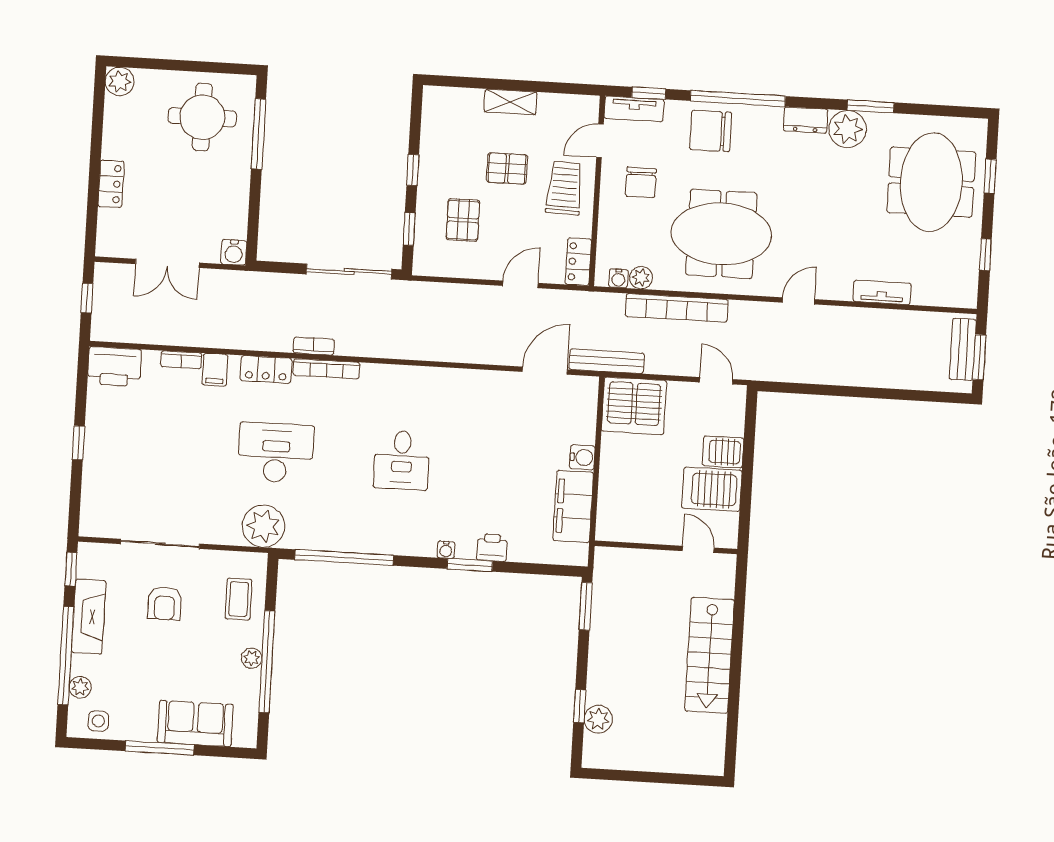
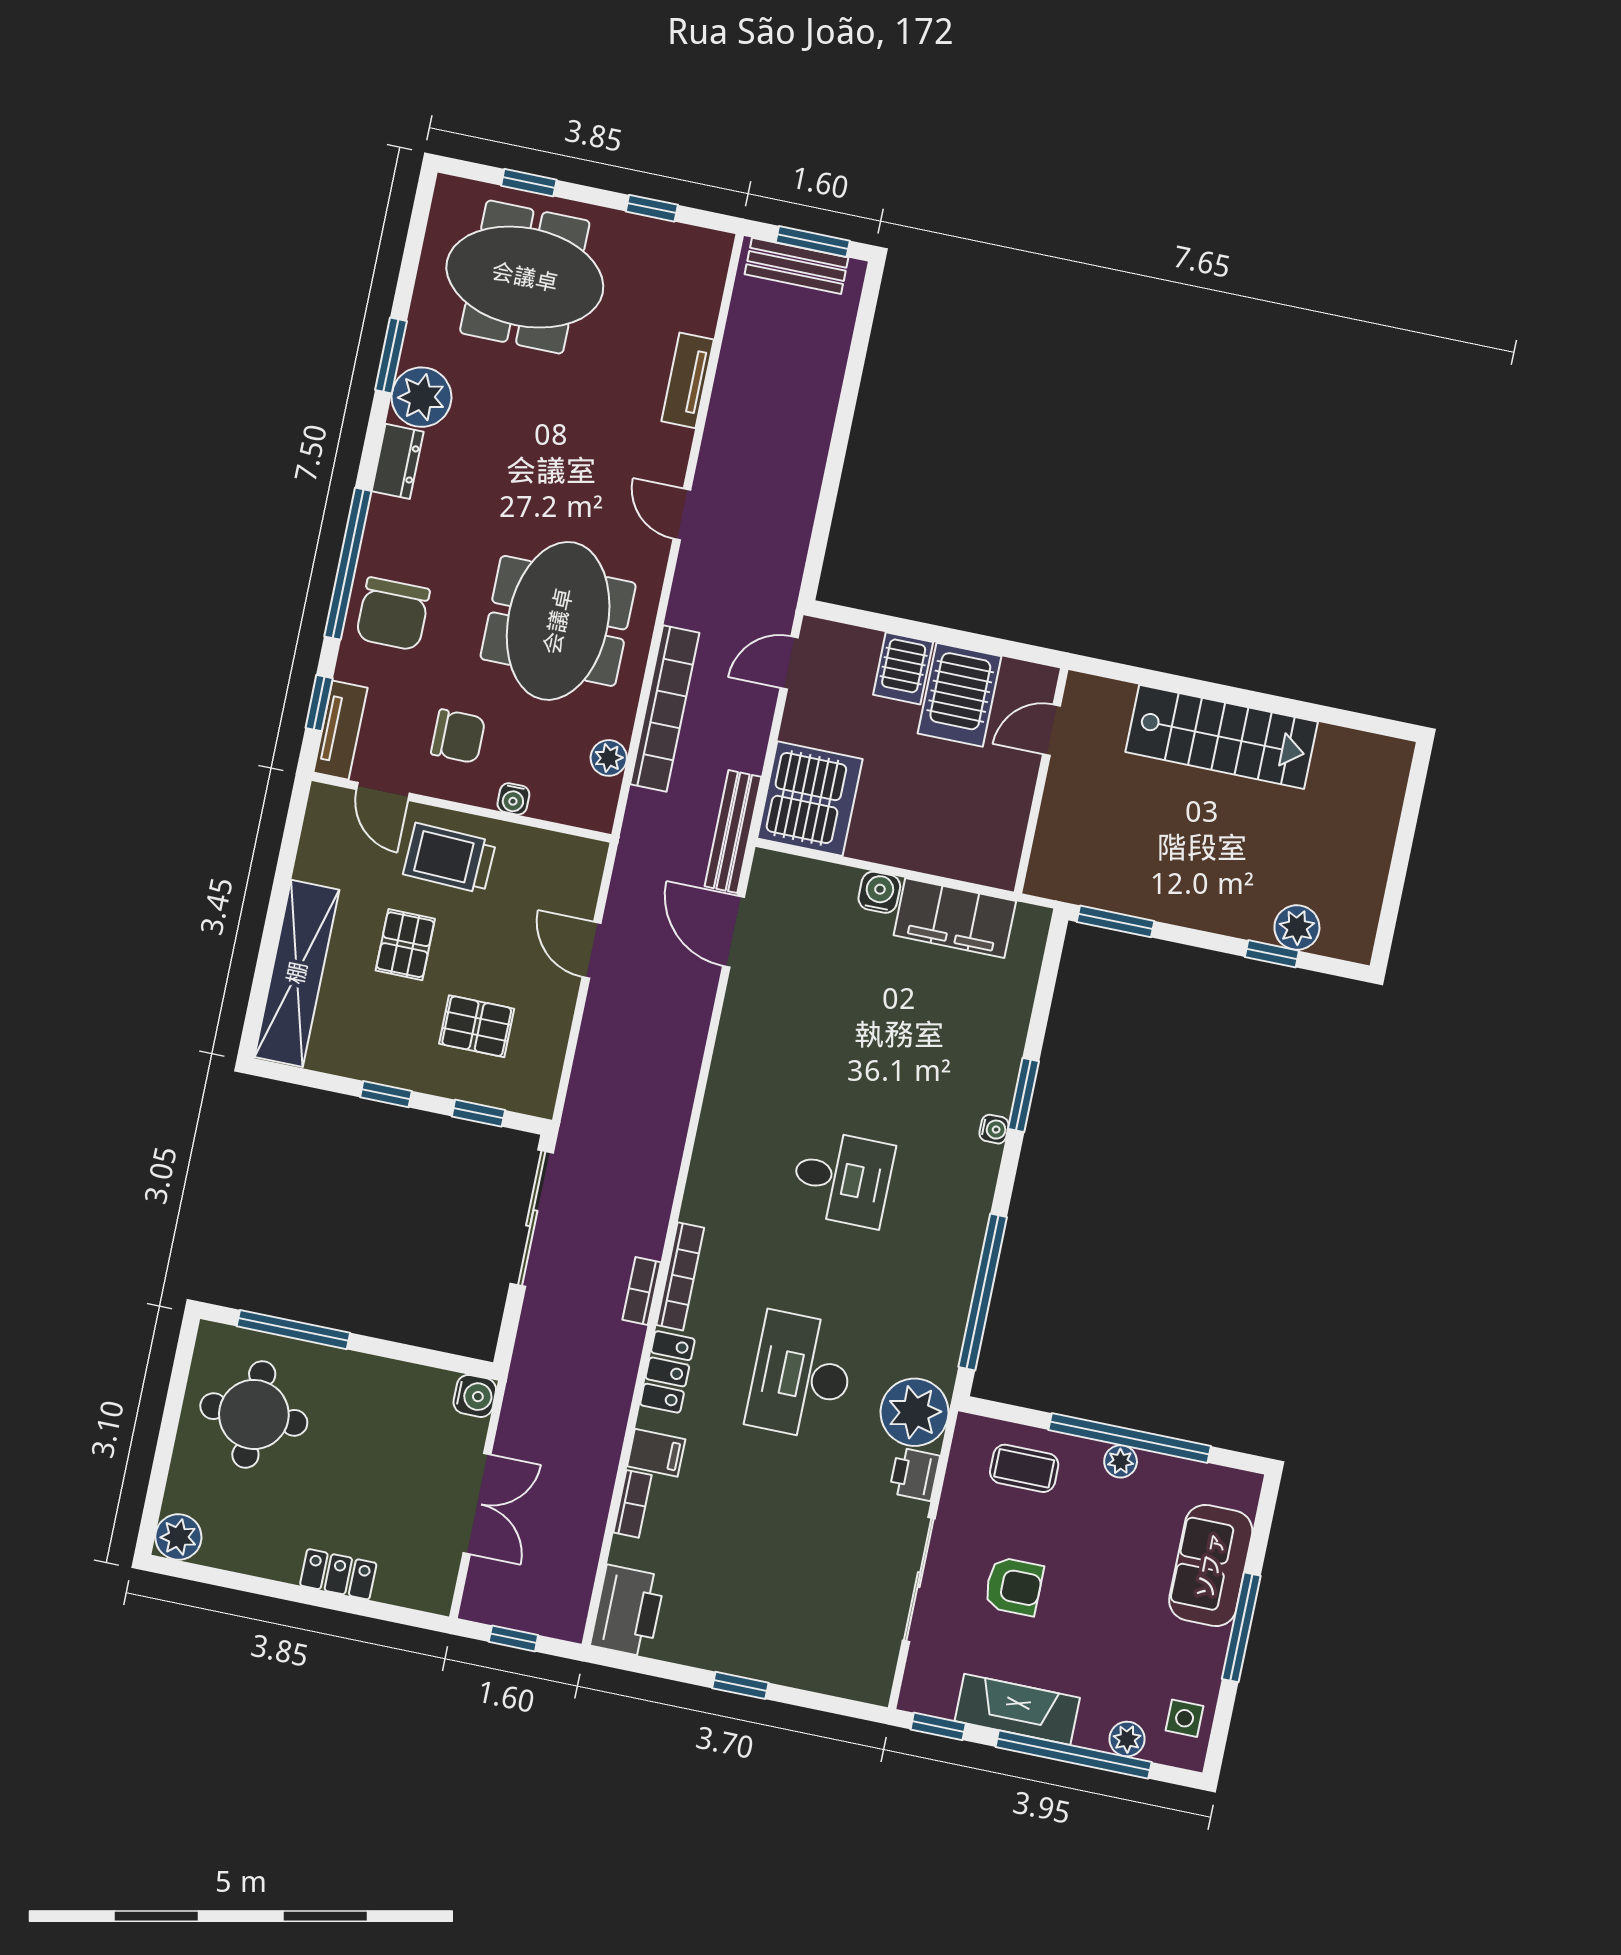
shelving: (511, 102) -> (297, 973), width x2.20, depth x1.33
locker: (578, 262) -> (569, 854), removed
water cooler: (618, 278) -> (513, 799), moved, turned 90
printer: (492, 548) -> (915, 1474), moved

